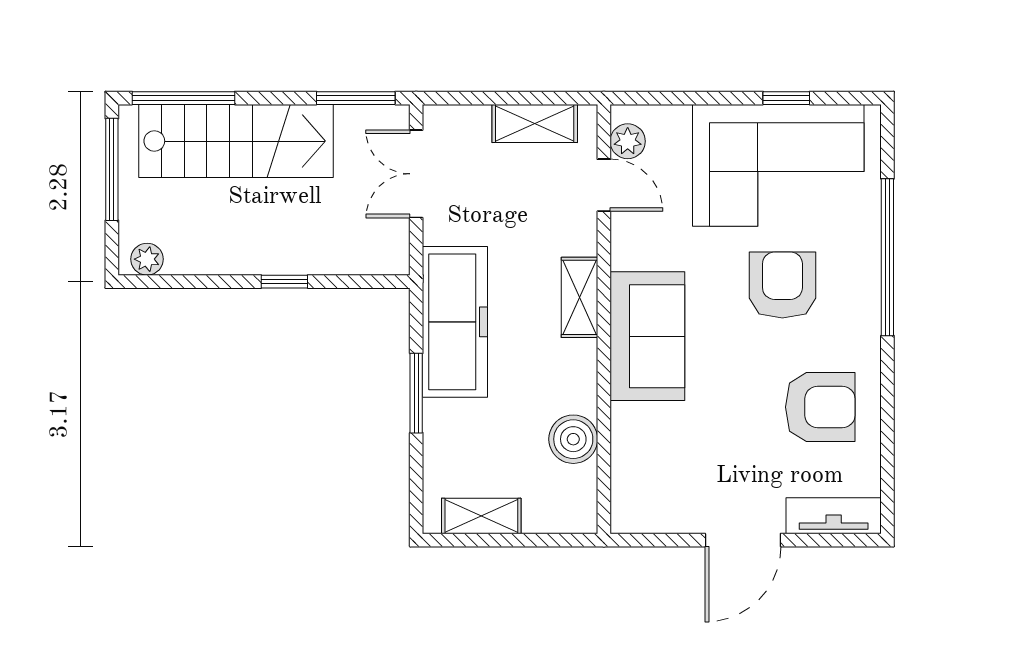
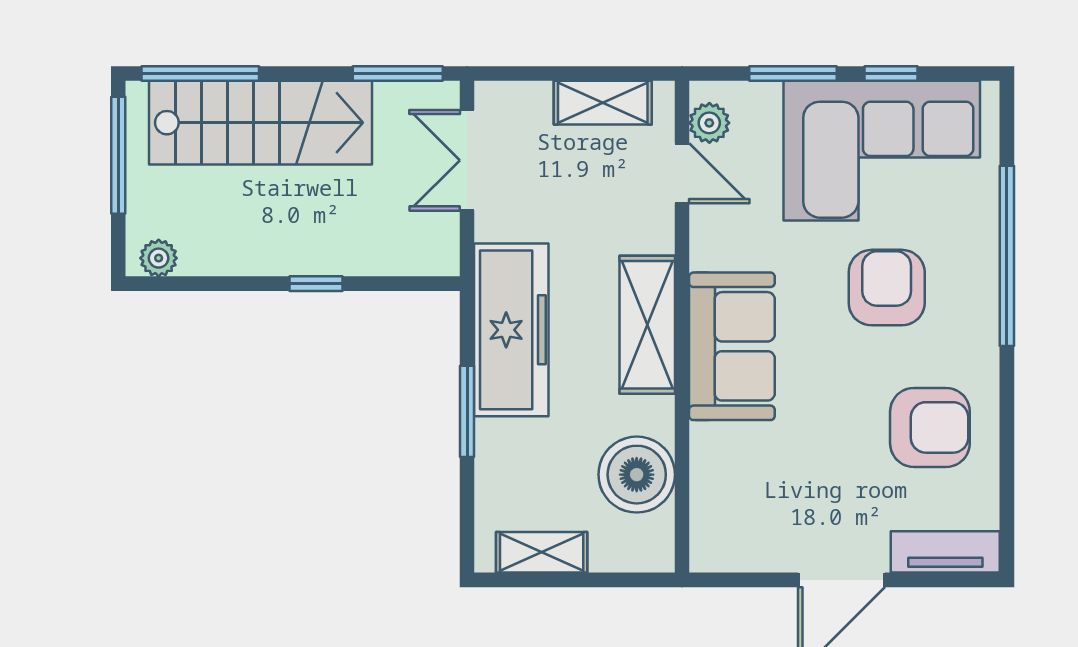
window: (701, 98) -> (793, 73), added
shelving: (580, 297) -> (647, 325), width x1.50, depth x1.33
boiler: (573, 439) -> (637, 475), width x1.37, depth x1.37

